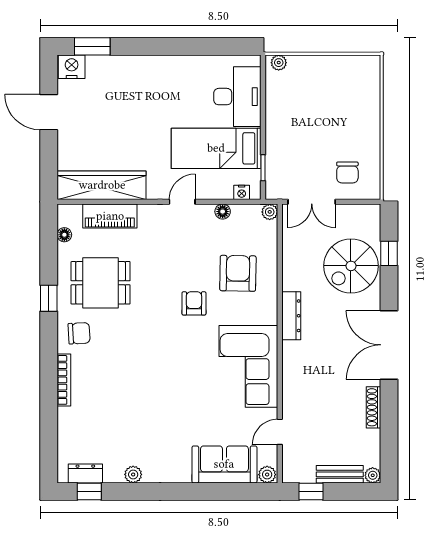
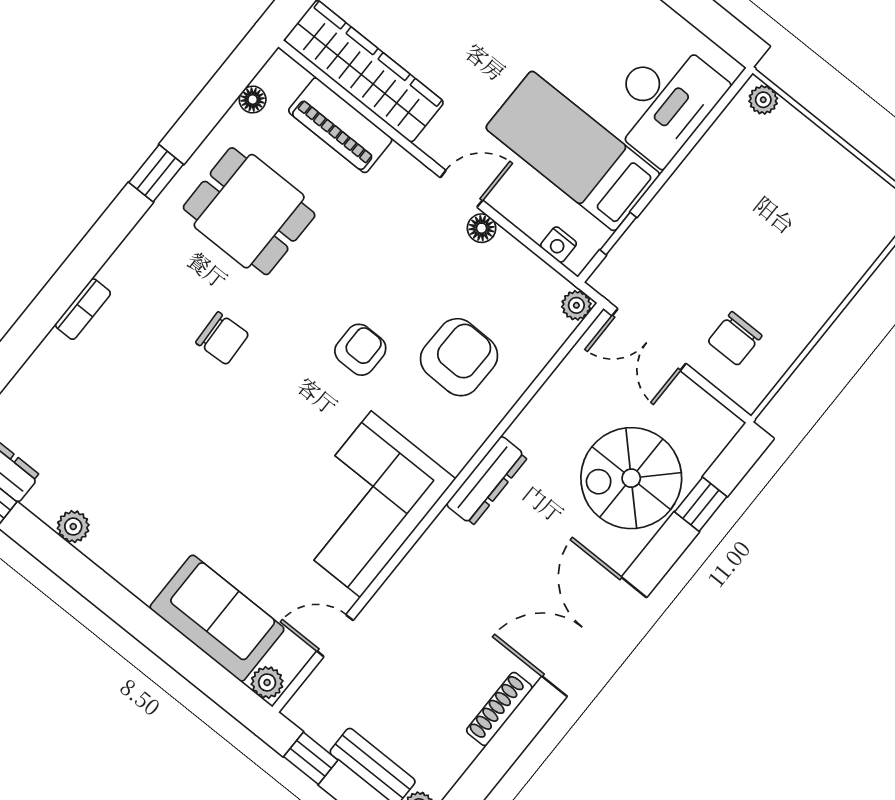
floor lamp: (223, 212) -> (482, 228), moved
chair: (79, 333) -> (222, 338), moved
bookcase: (64, 380) -> (83, 309), width x0.64

